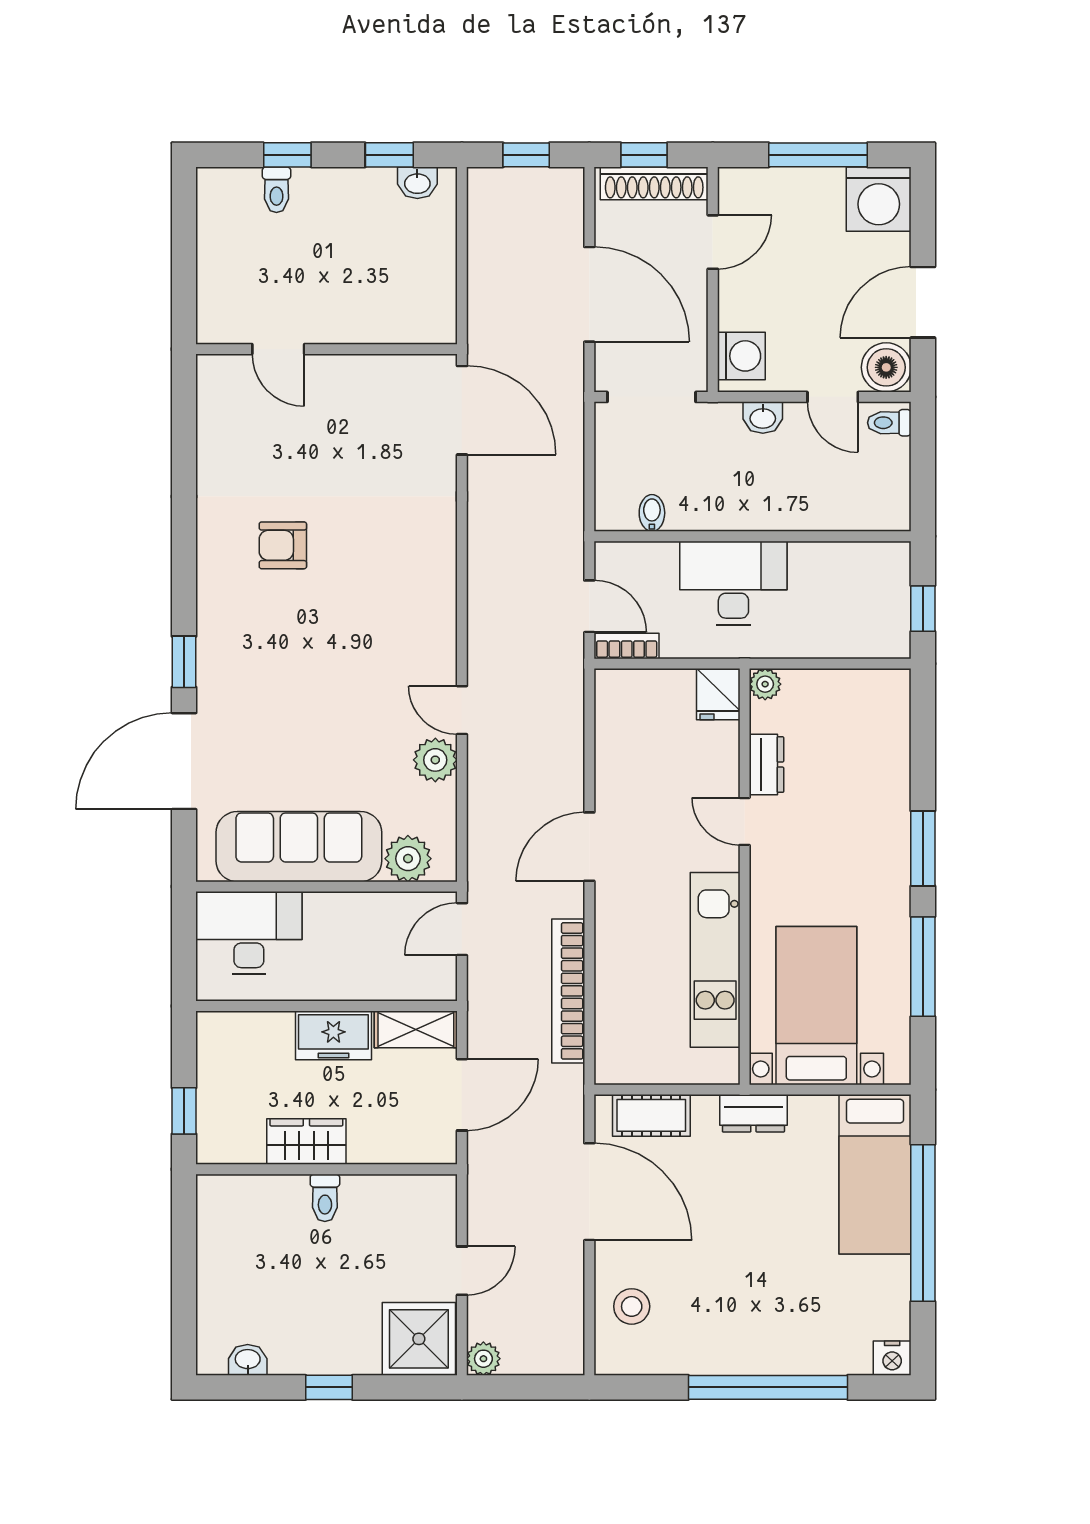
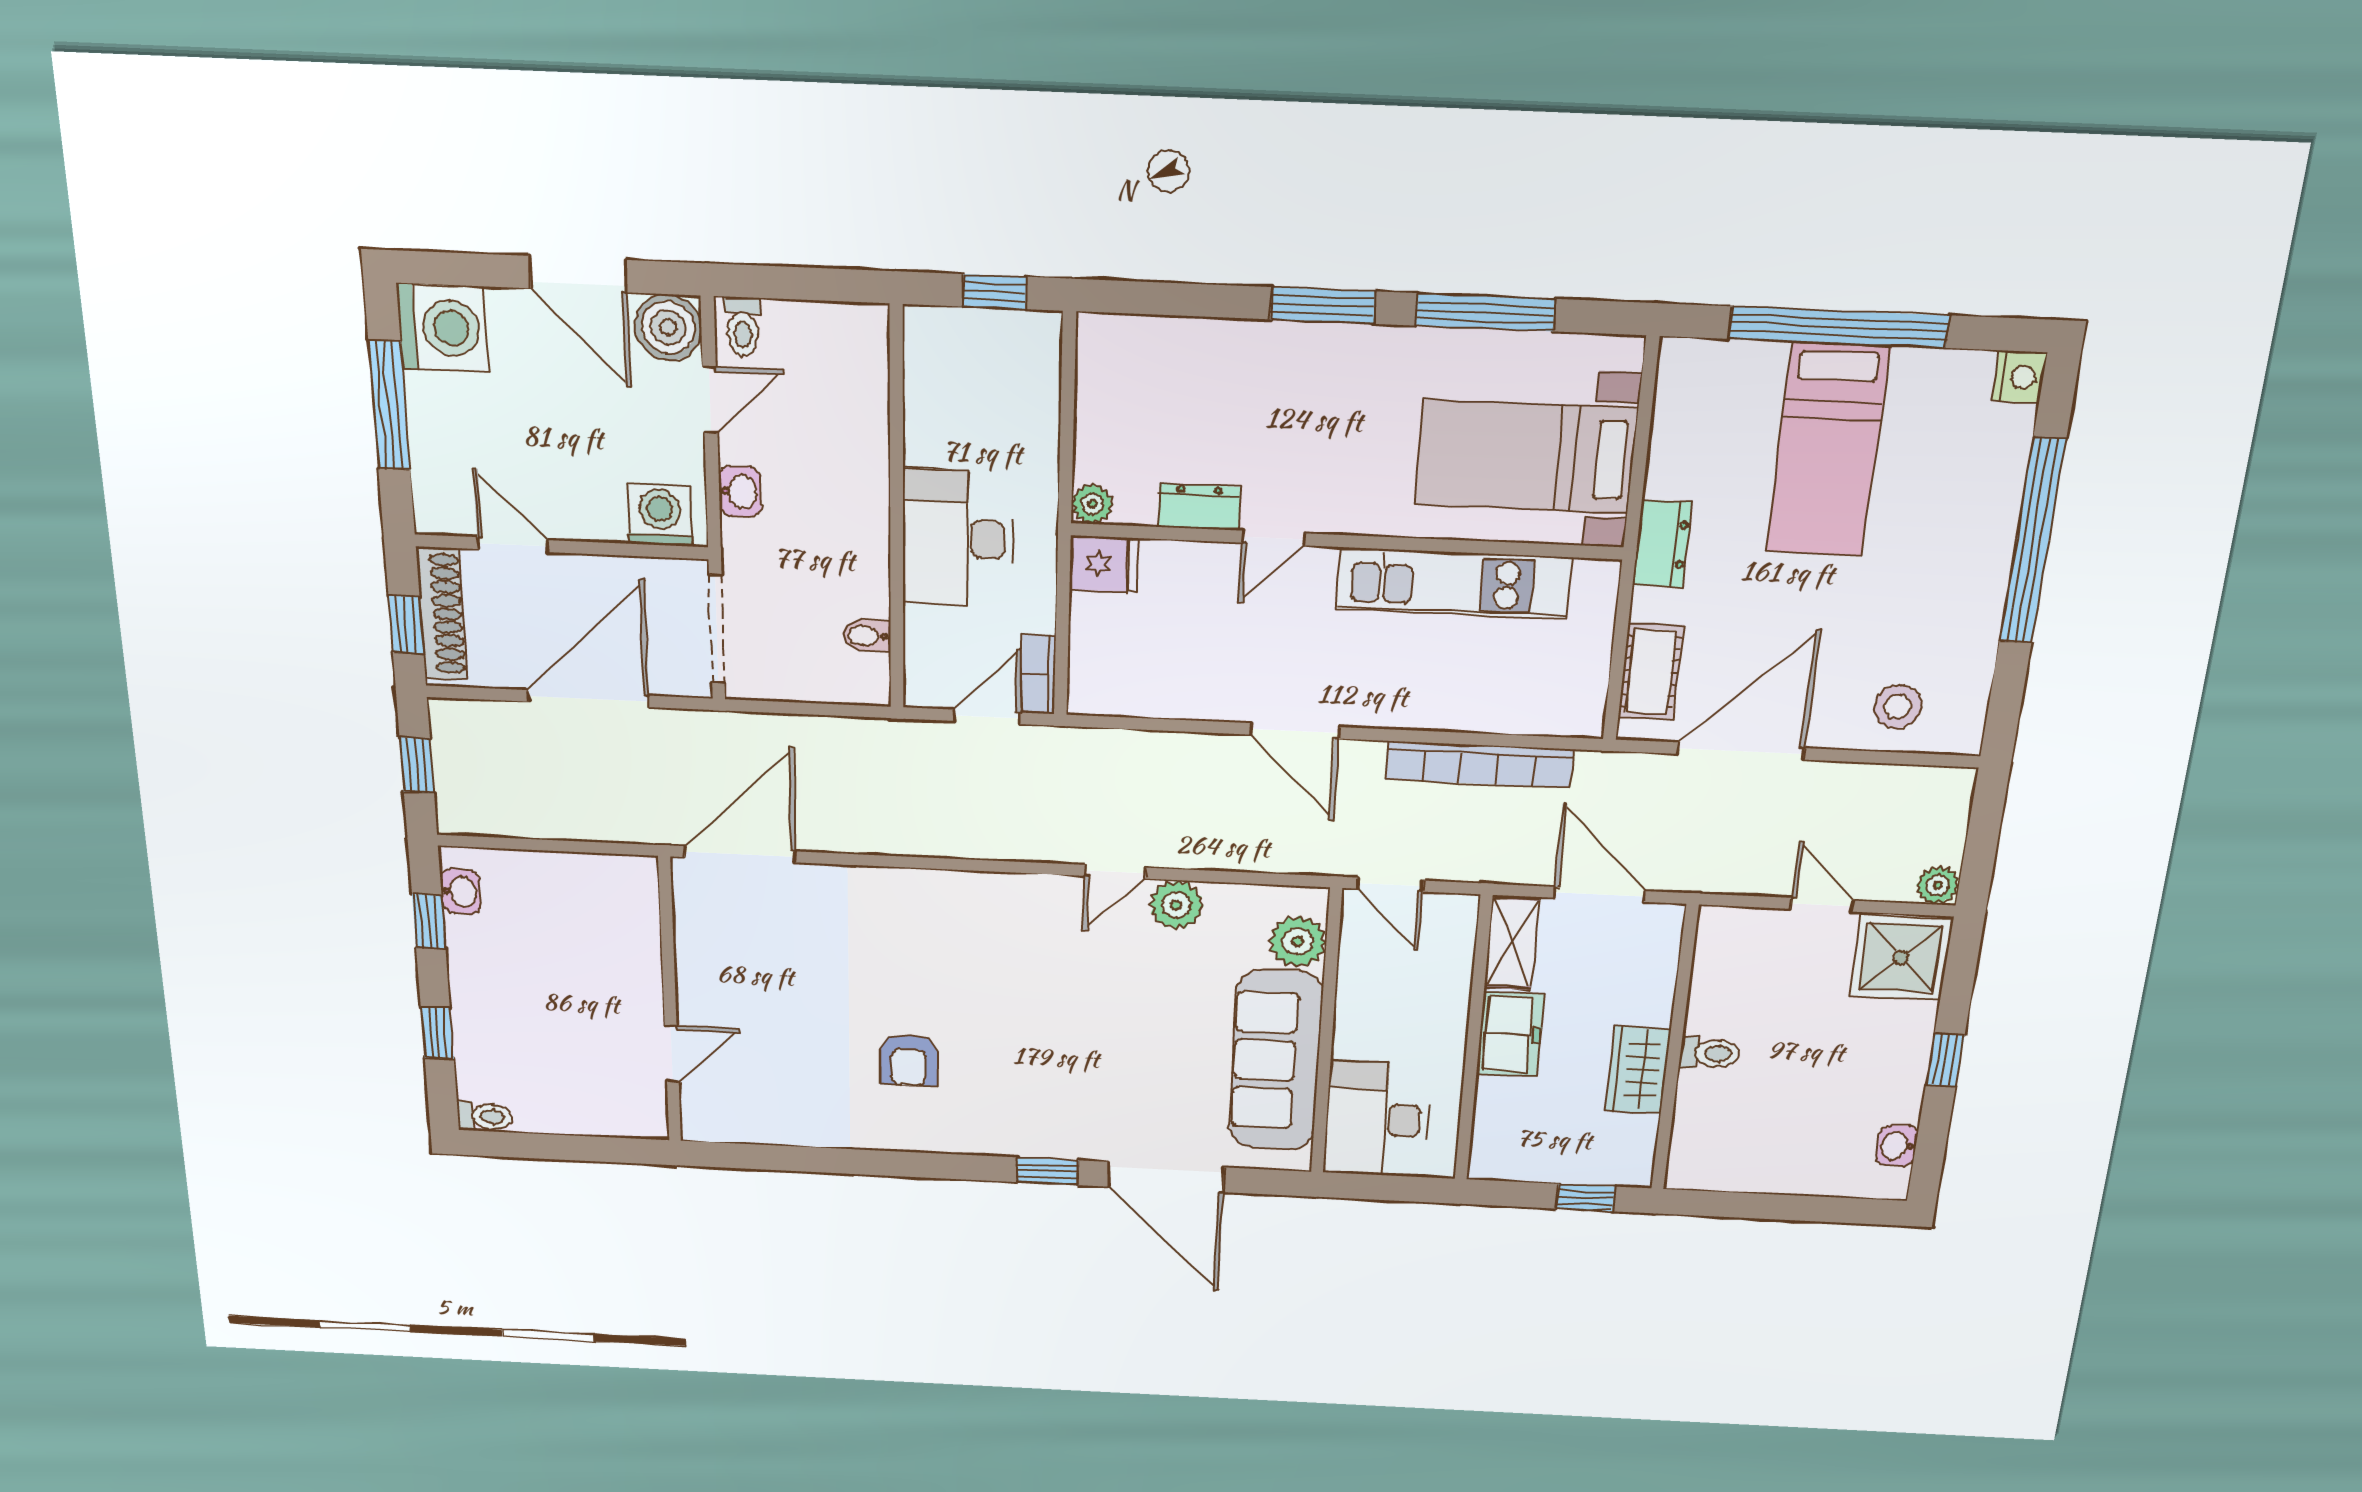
toilet: (276, 190) -> (485, 1117), moved
bed: (875, 1174) -> (1827, 450), moved, turned 90

